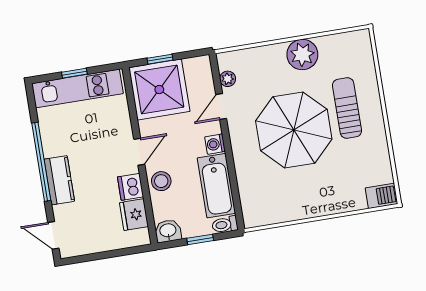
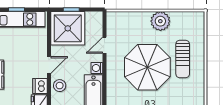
plant: (228, 79) -> (111, 29), removed
sun lounger: (347, 108) -> (183, 59), turned 180

